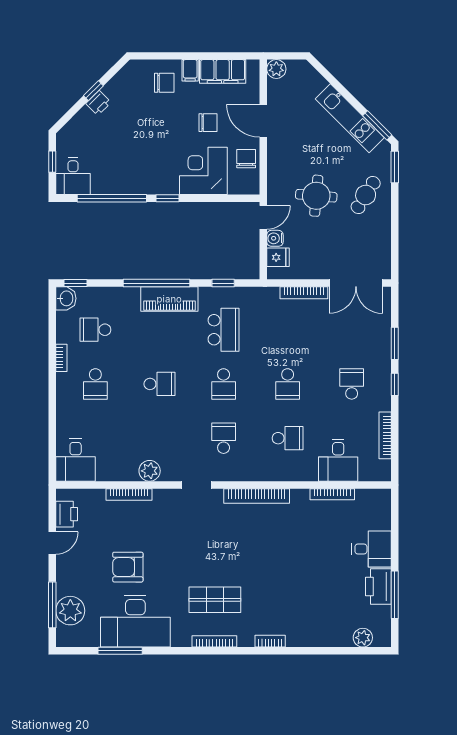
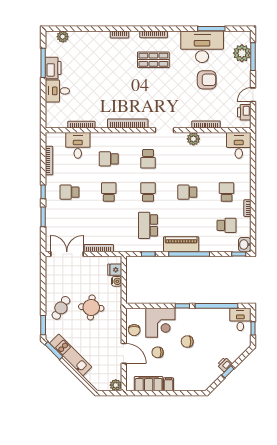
chair: (164, 83) -> (187, 342), moved
door: (263, 217) -> (124, 294), removed
school desk: (352, 384) -> (70, 192), turned 90

